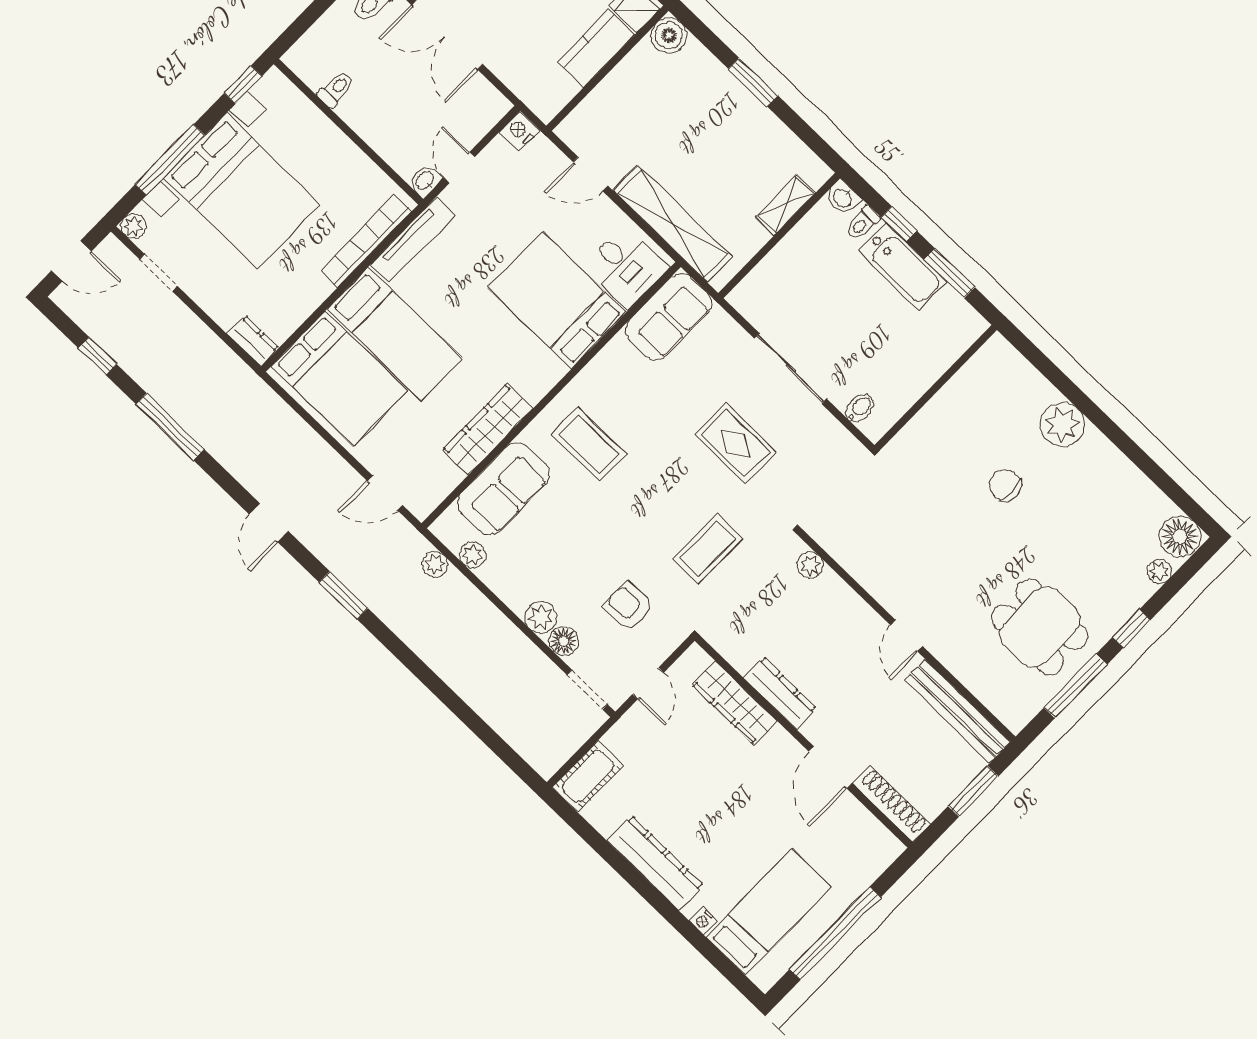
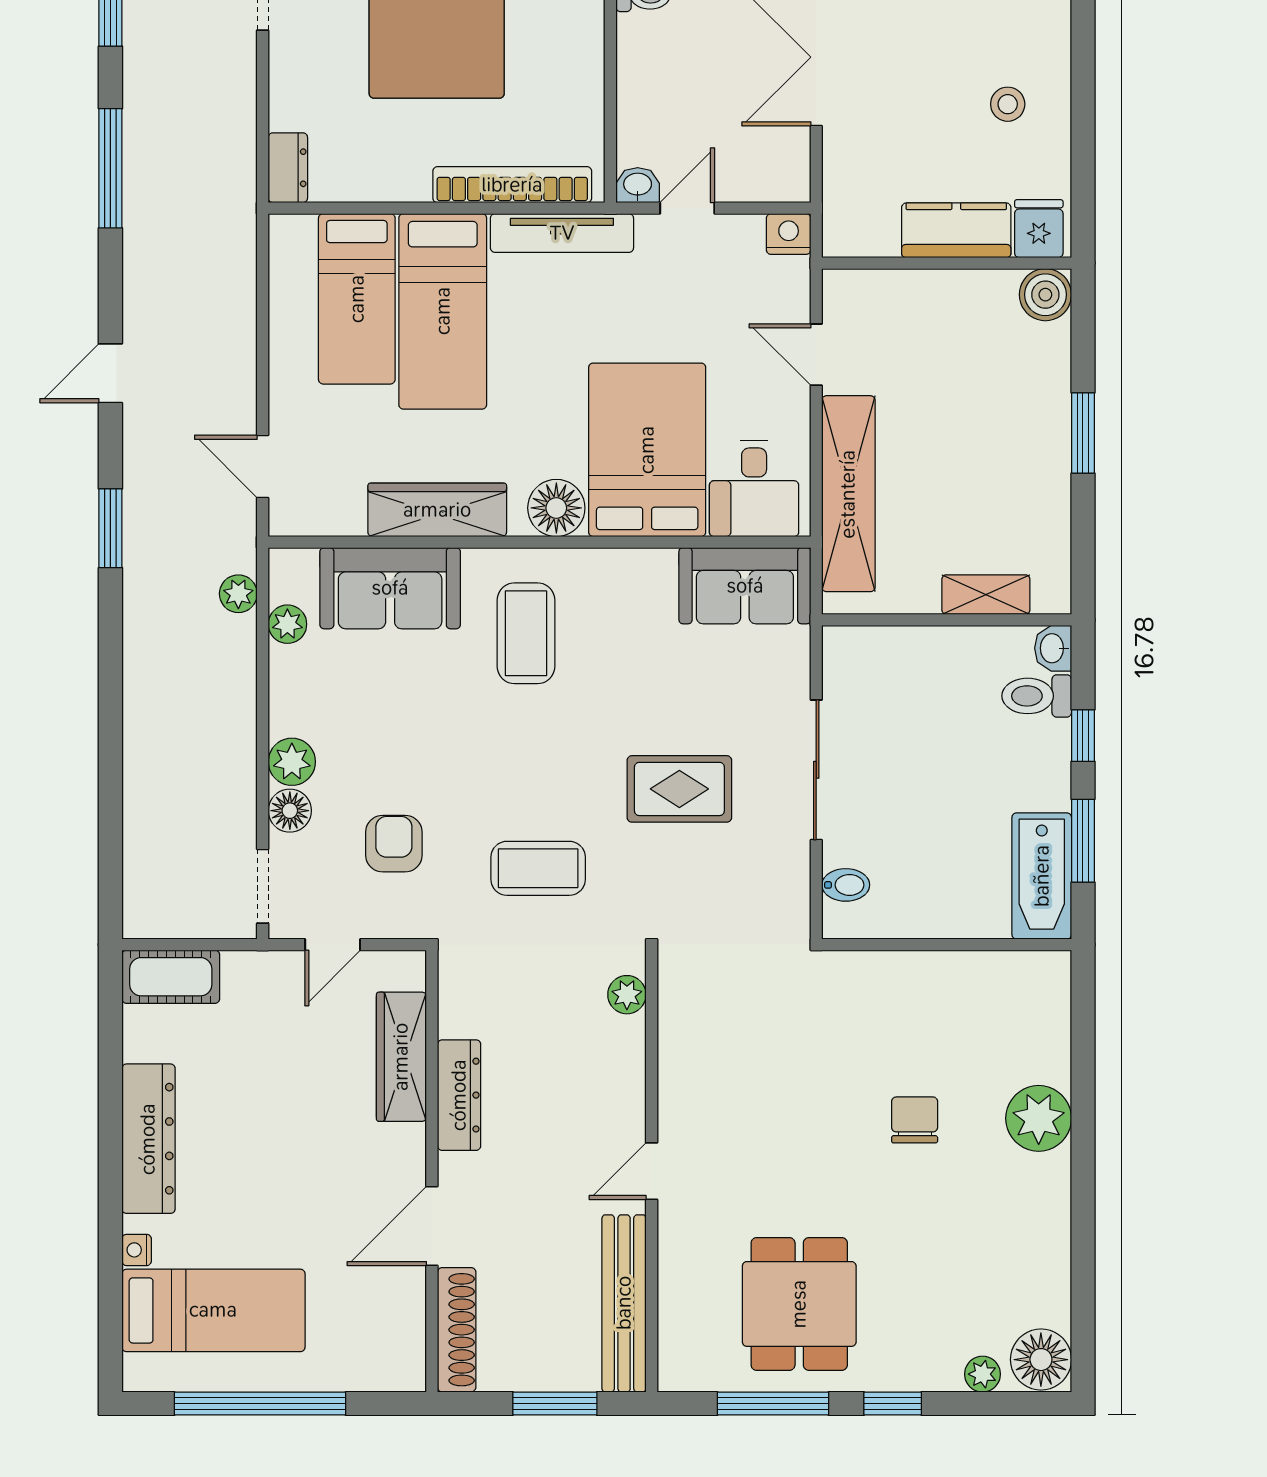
toilet: (863, 223) -> (1037, 696), width x1.37, depth x1.39
bathtub: (903, 266) -> (1042, 876), moved
floor lamp: (543, 371) -> (556, 508), added
bed: (339, 378) -> (357, 299), width x0.67
rug: (736, 443) -> (679, 789), turned 90

